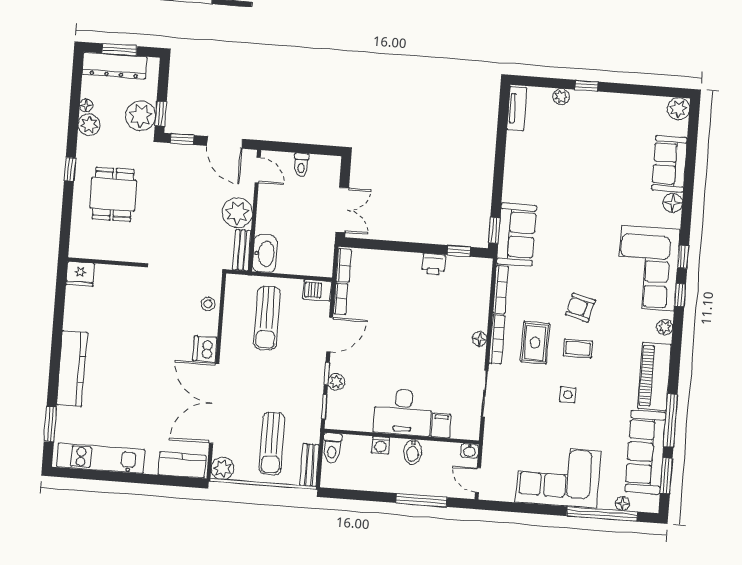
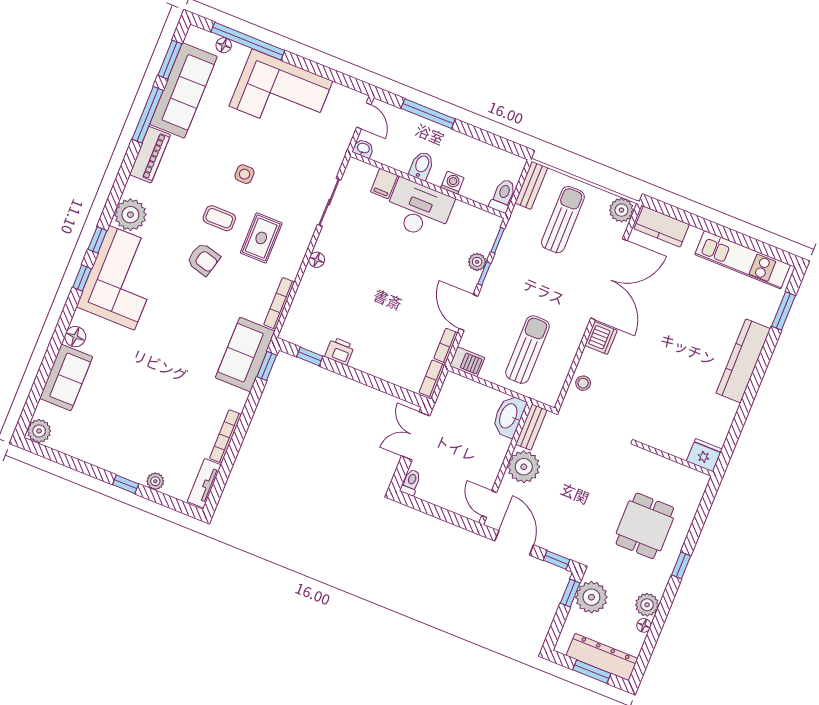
toilet: (301, 165) -> (411, 482), moved
plant: (665, 327) -> (130, 215), width x1.88, depth x1.88
door: (330, 335) -> (469, 312), hinge flipped
bookcase: (497, 339) -> (226, 436), moved
piano: (654, 376) -> (150, 155), width x0.73, depth x0.75

